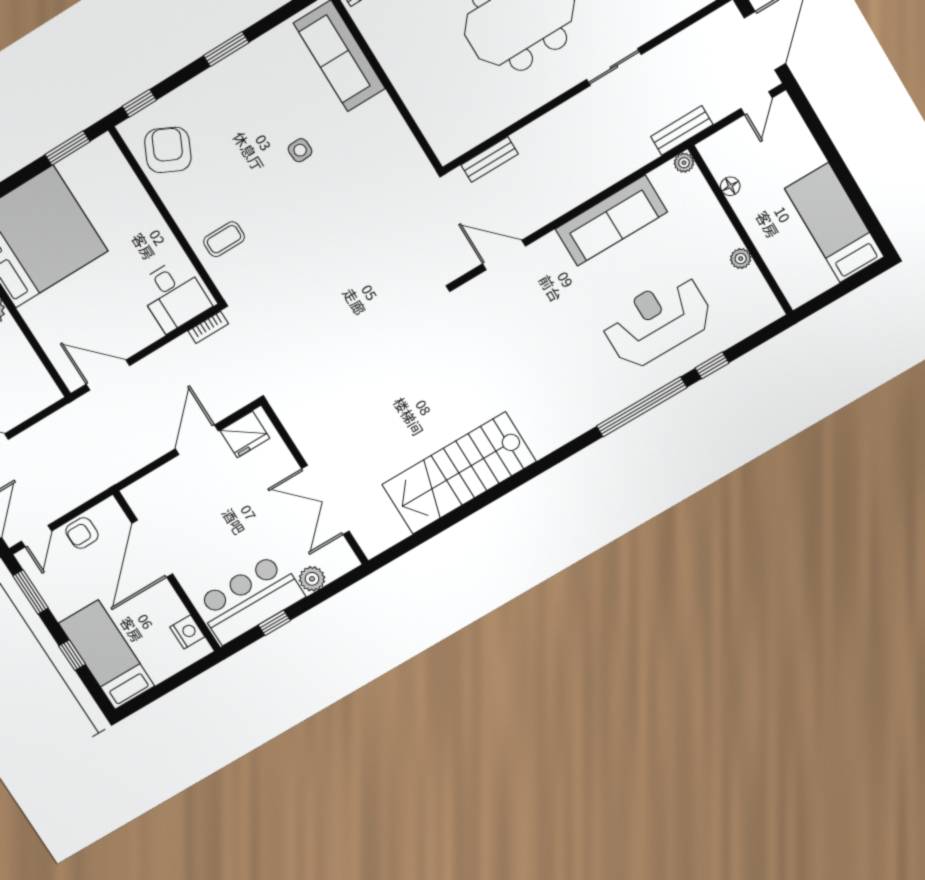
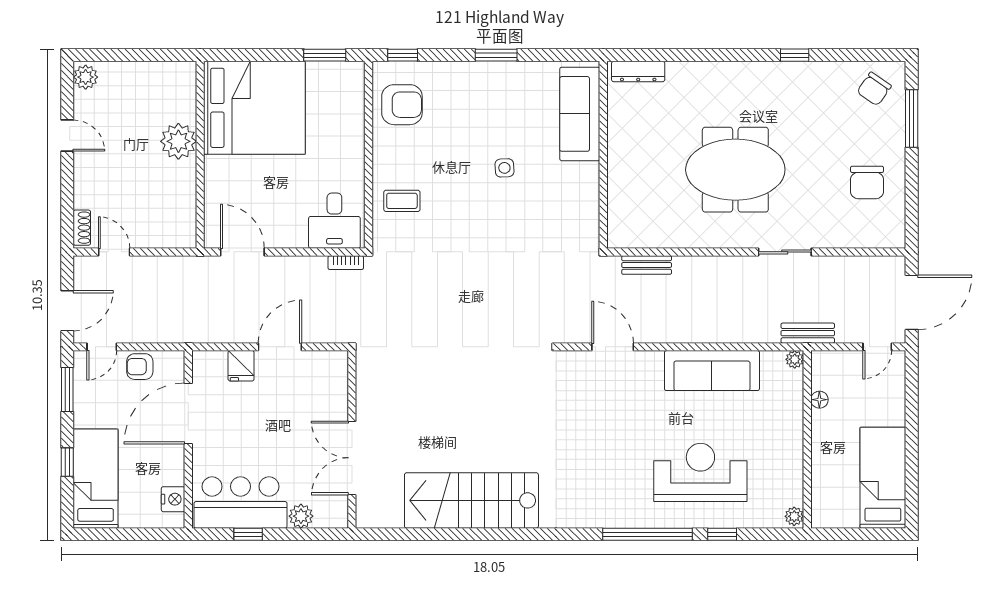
armchair: (168, 150) -> (402, 105), turned 64
plant: (741, 259) -> (794, 516), moved
fridge: (245, 434) -> (241, 366), moved, width x0.72

